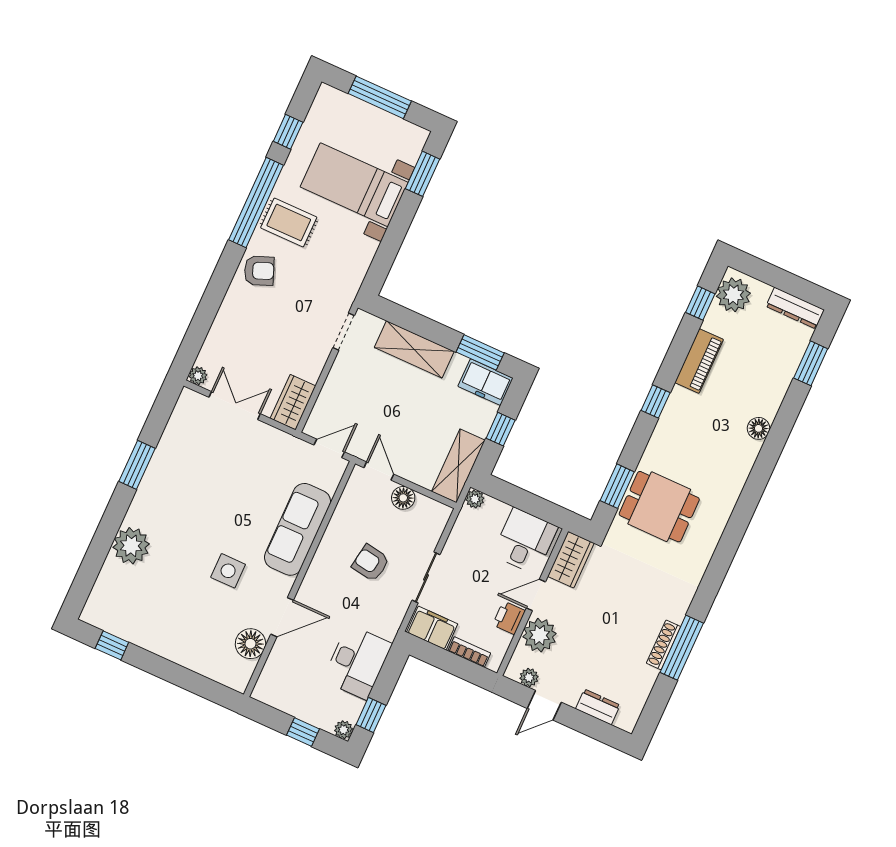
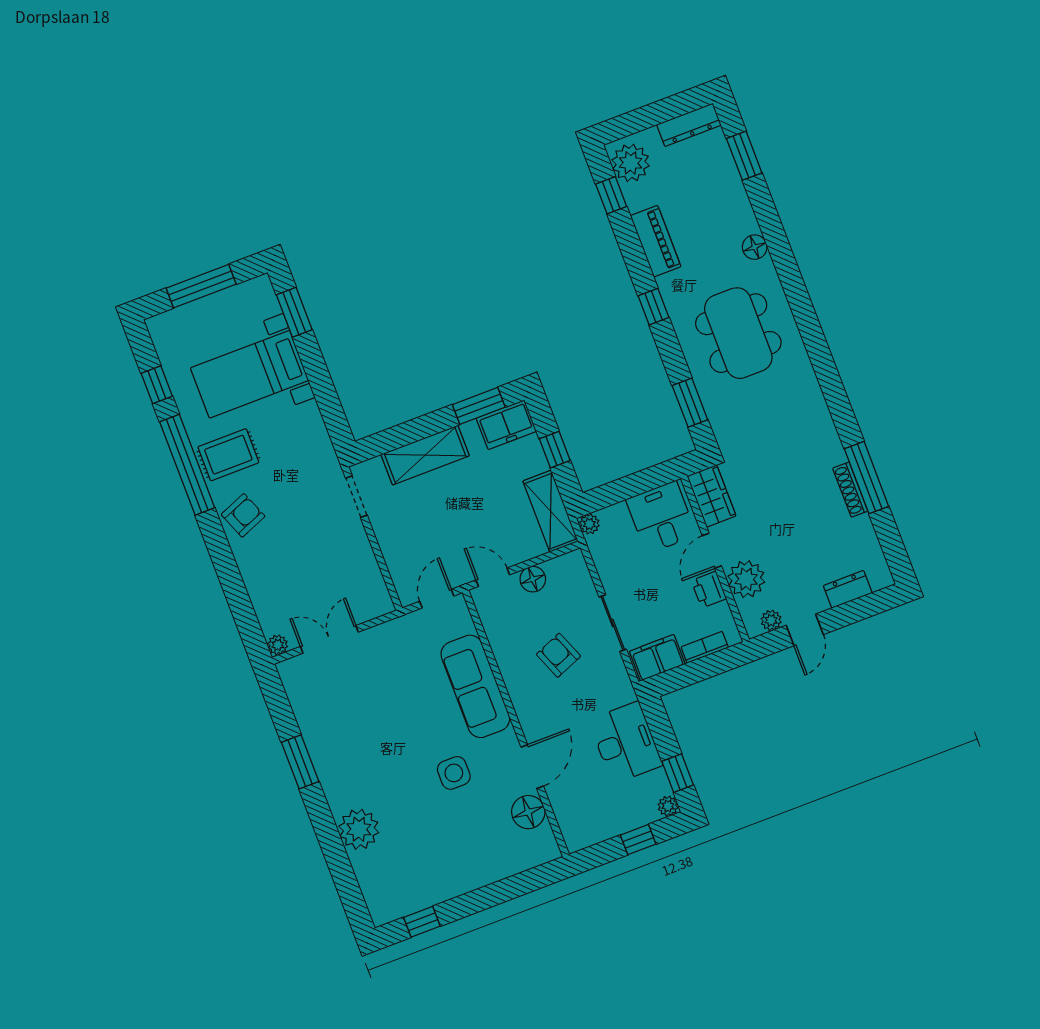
wardrobe: (293, 402) -> (372, 591), removed
dining table: (659, 507) -> (738, 333), moved, width x1.38
armchair: (371, 563) -> (558, 655), turned 59

